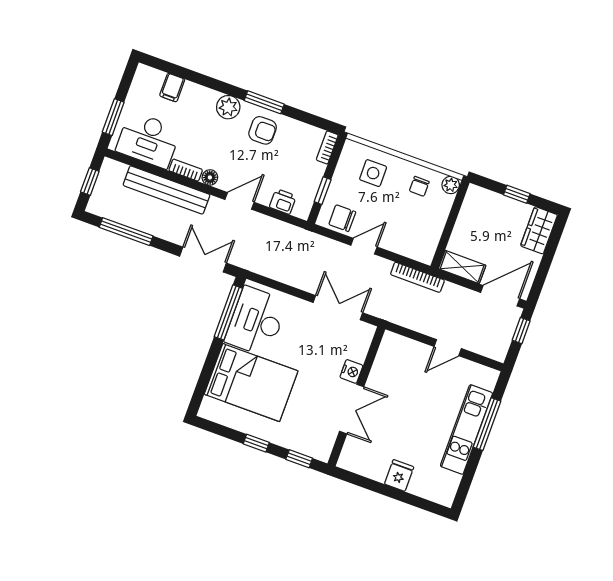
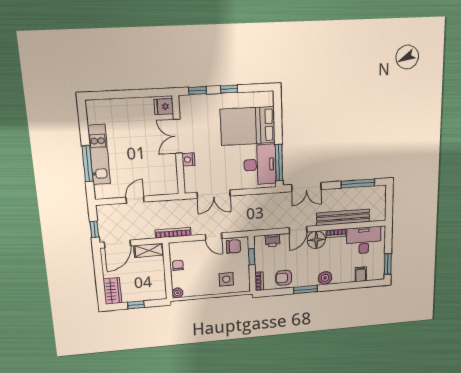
window: (113, 117) -> (388, 264), moved
armchair: (263, 130) -> (284, 278), moved
floor lamp: (210, 177) -> (316, 240), width x1.89, depth x1.89
window: (90, 182) -> (389, 203), removed
chair: (419, 186) -> (178, 265), moved
door: (364, 246) -> (214, 236), hinge flipped
fridge: (399, 475) -> (164, 106), moved, turned 90

